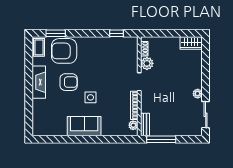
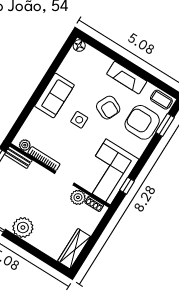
wardrobe: (191, 43) -> (74, 249), width x1.50
armchair: (64, 51) -> (142, 122), turned -90
corner sofa: (115, 53) -> (108, 172), added
armchair: (69, 82) -> (108, 108), turned -65
plant: (198, 94) -> (23, 228), width x1.87, depth x1.87
floor lamp: (37, 131) -> (79, 46), added

